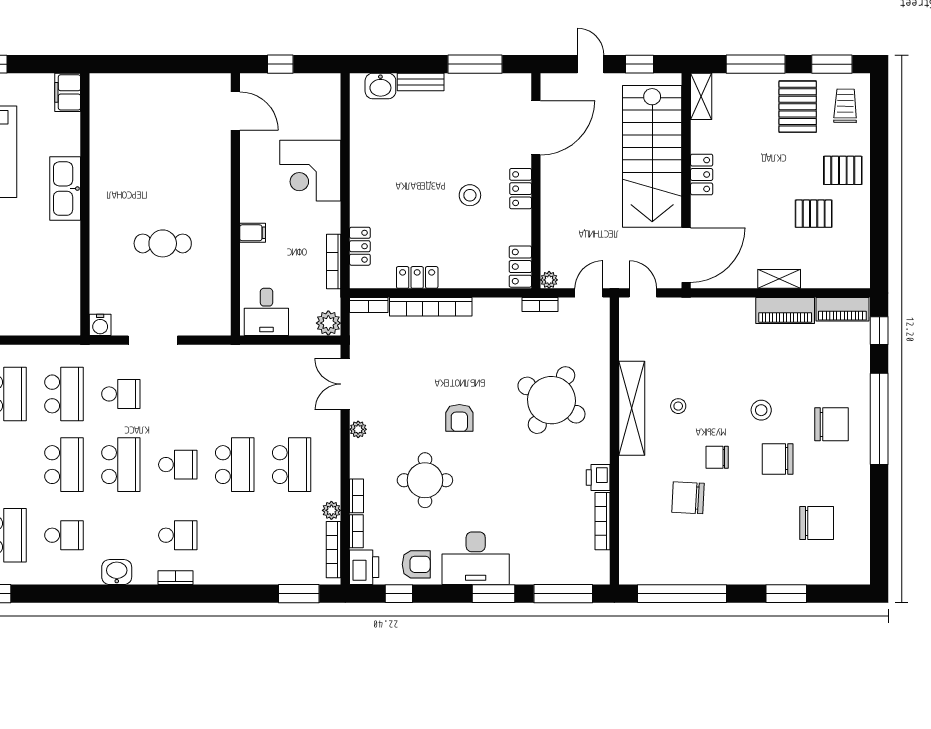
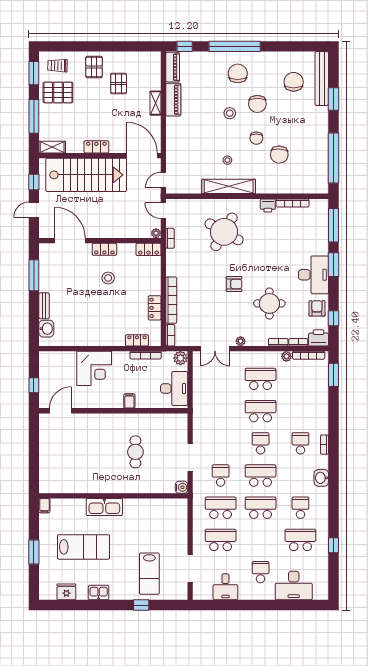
filing cabinet: (68, 92) -> (44, 506), width x0.50
desk: (266, 312) -> (174, 388), width x1.37
bench: (822, 573) -> (322, 79), added

